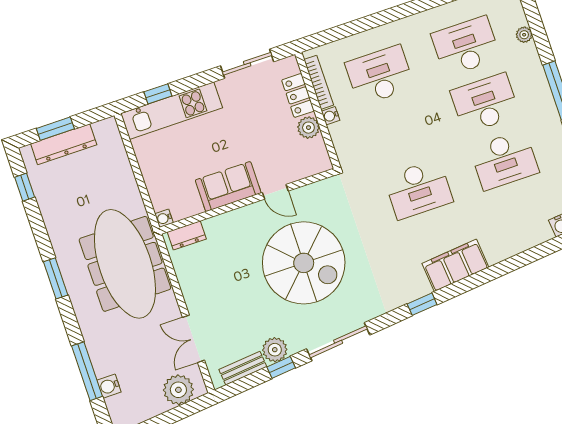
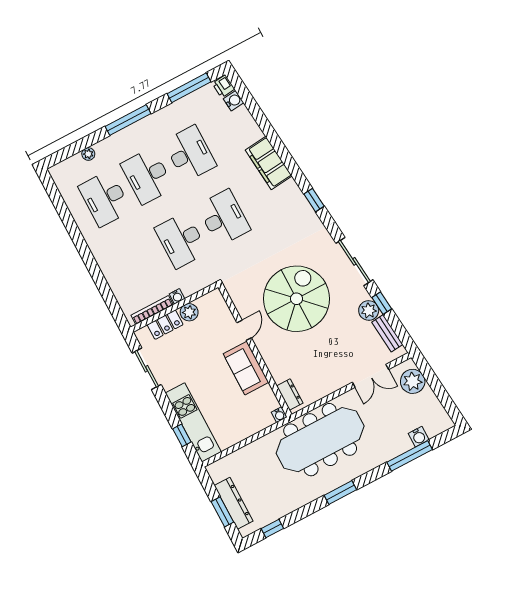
desk: (380, 75) -> (181, 240), moved
filing cabinet: (455, 265) -> (269, 163), moved

